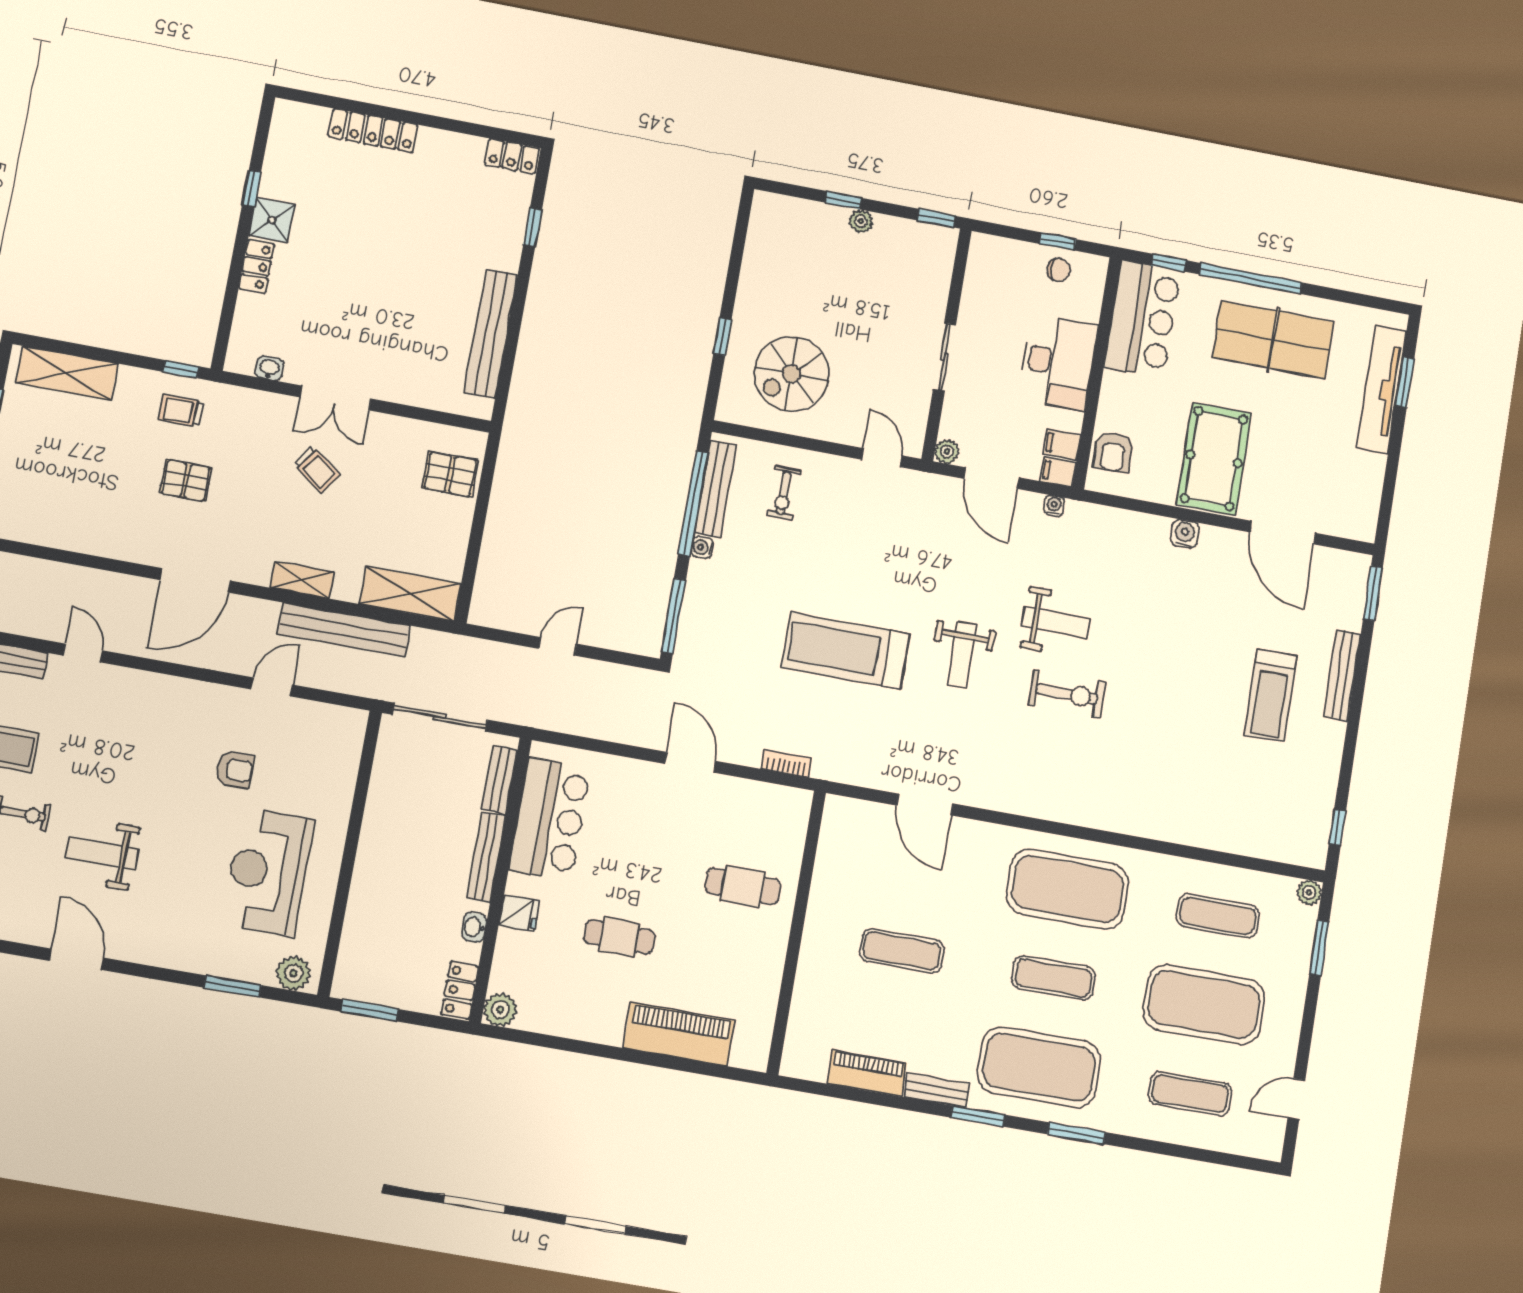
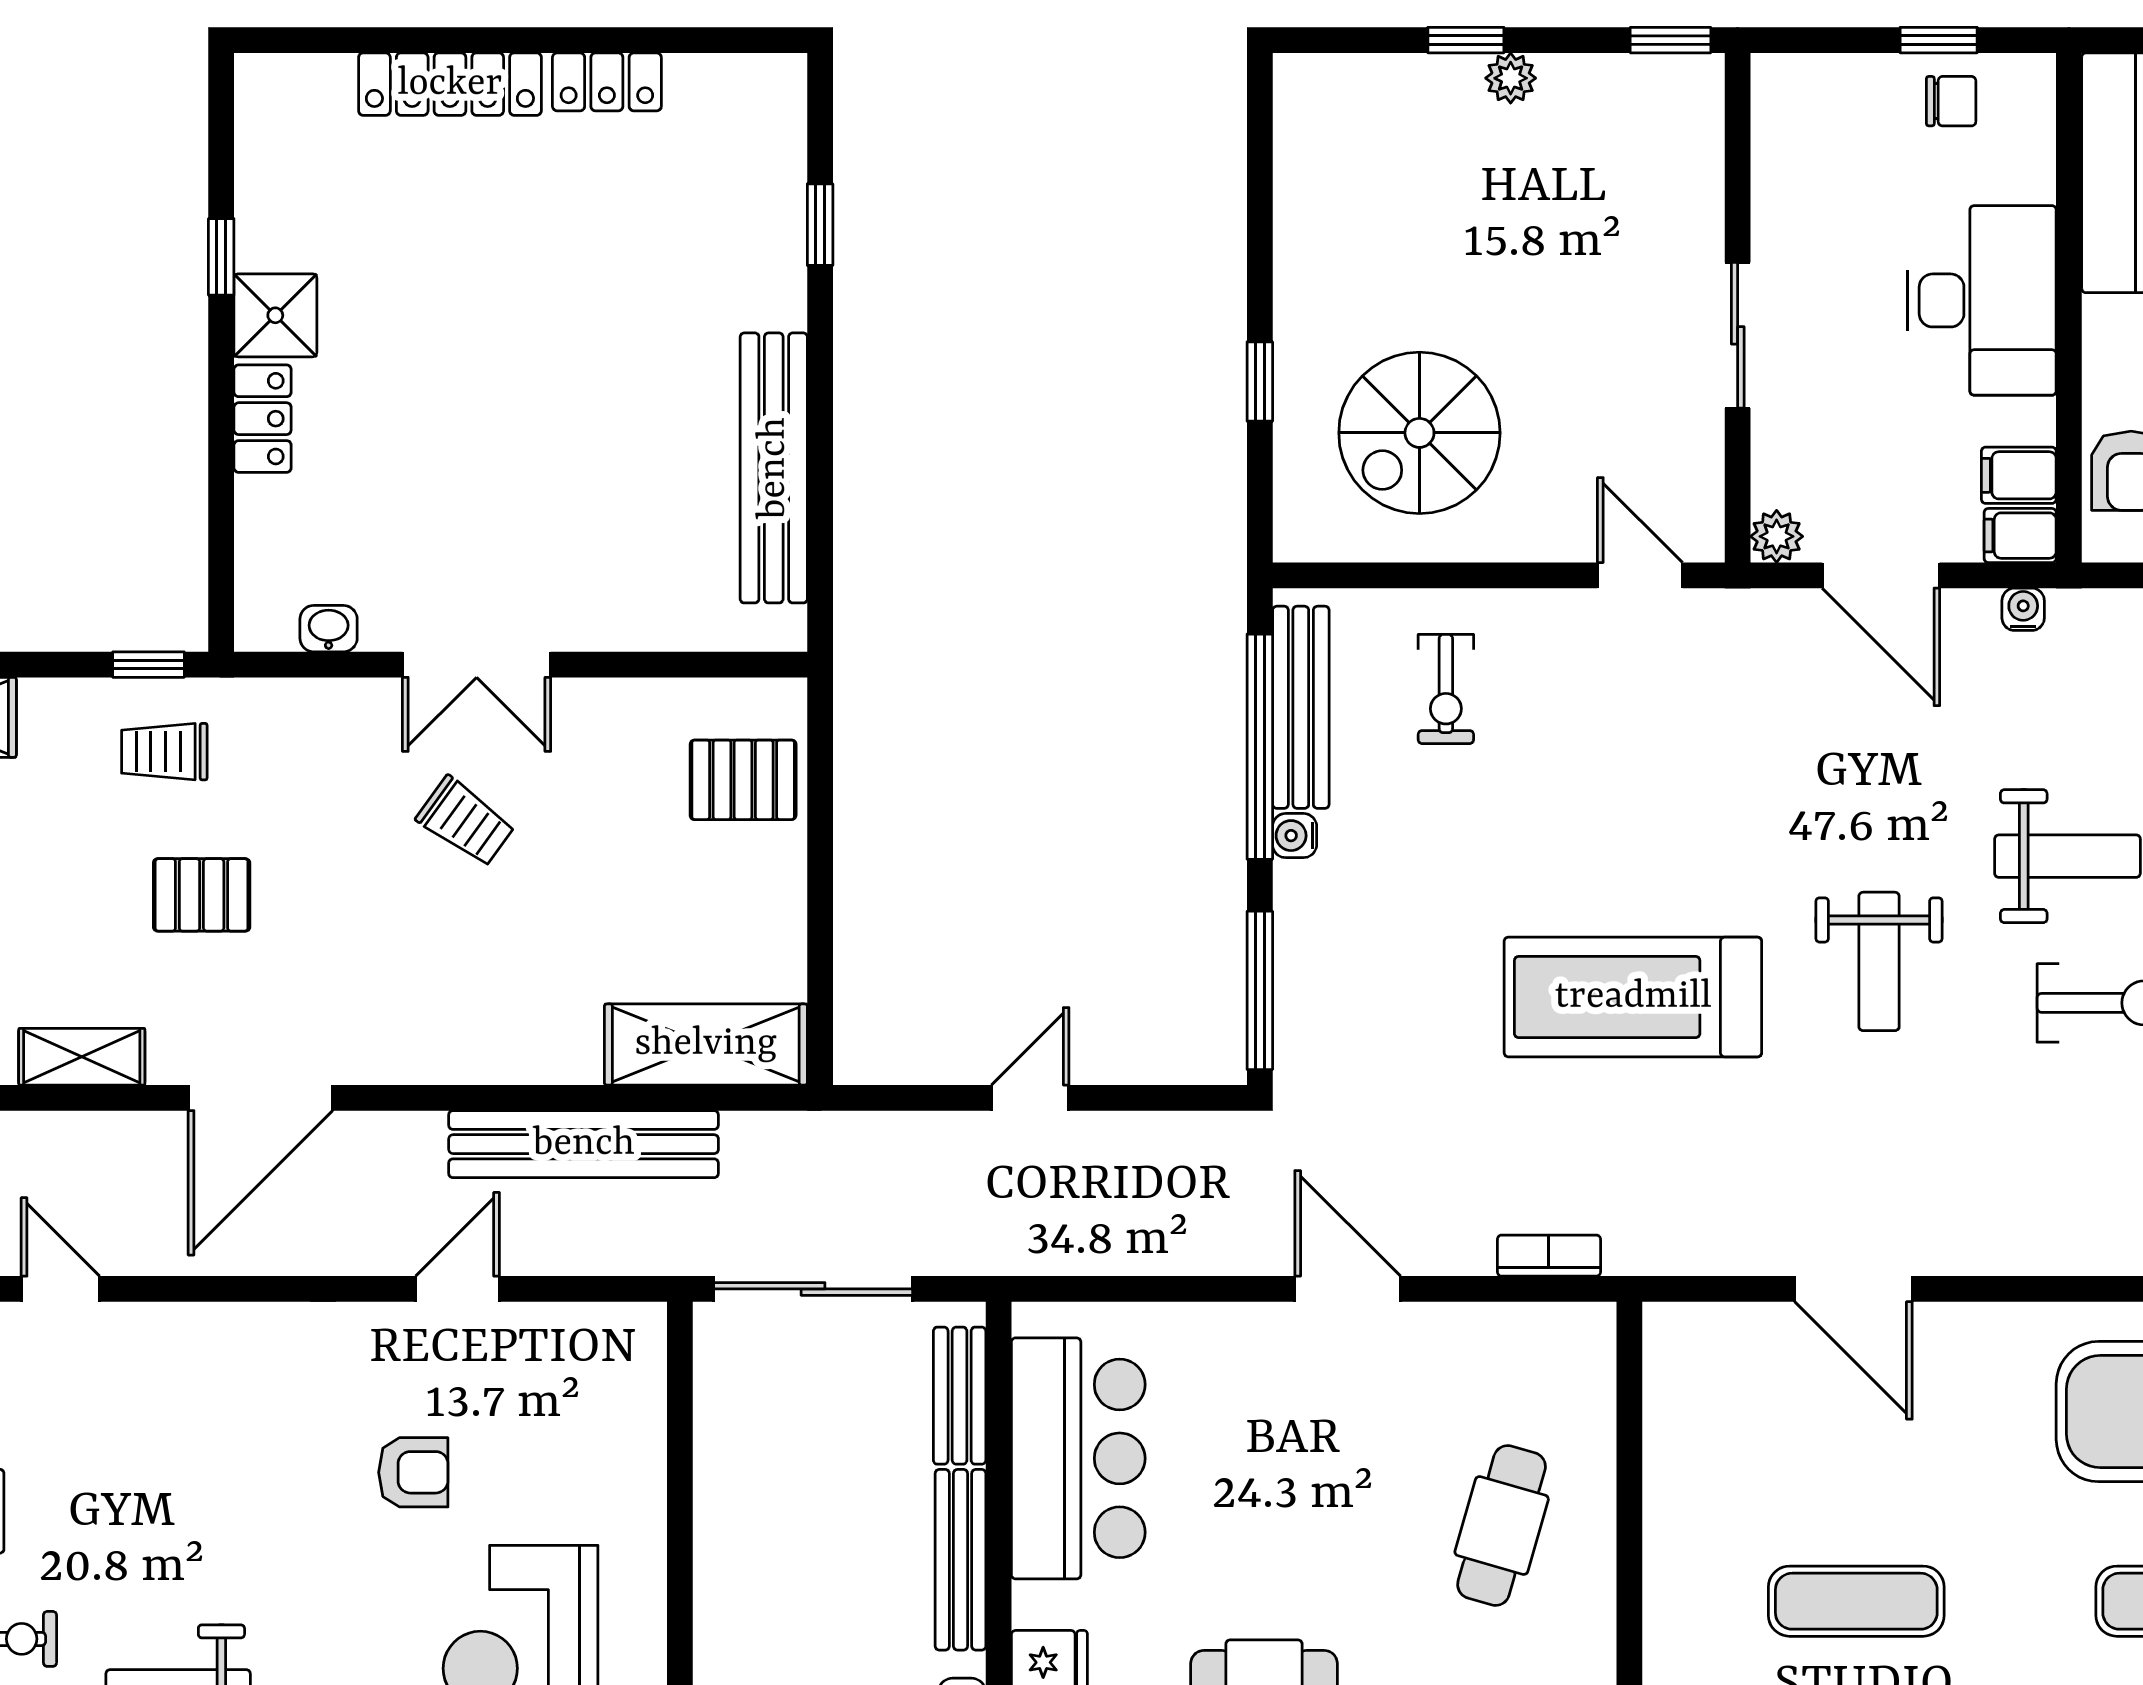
locker: (512, 156) -> (607, 82), moved
shelving: (302, 580) -> (82, 1057), moved
cafe table: (743, 886) -> (1502, 1525), turned -74

